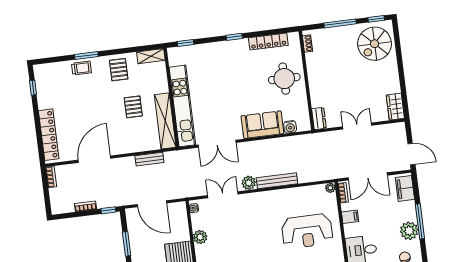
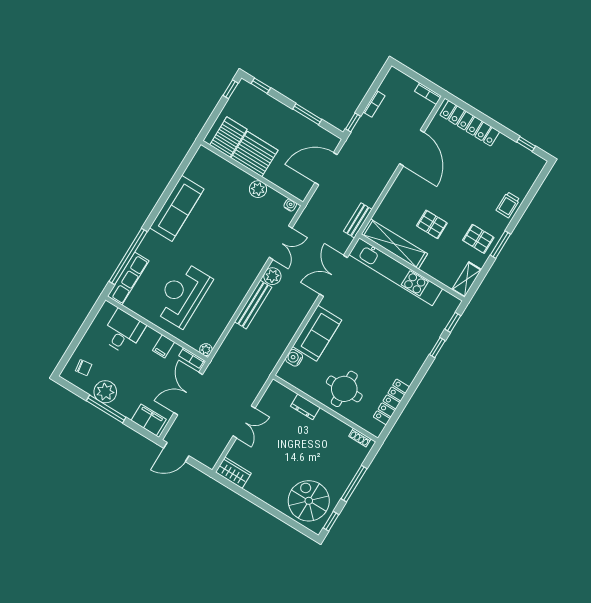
window: (234, 37) -> (437, 348), moved
window: (86, 56) -> (500, 245), moved
dresser: (319, 118) -> (305, 407), moved
bench: (149, 159) -> (358, 220), moved

